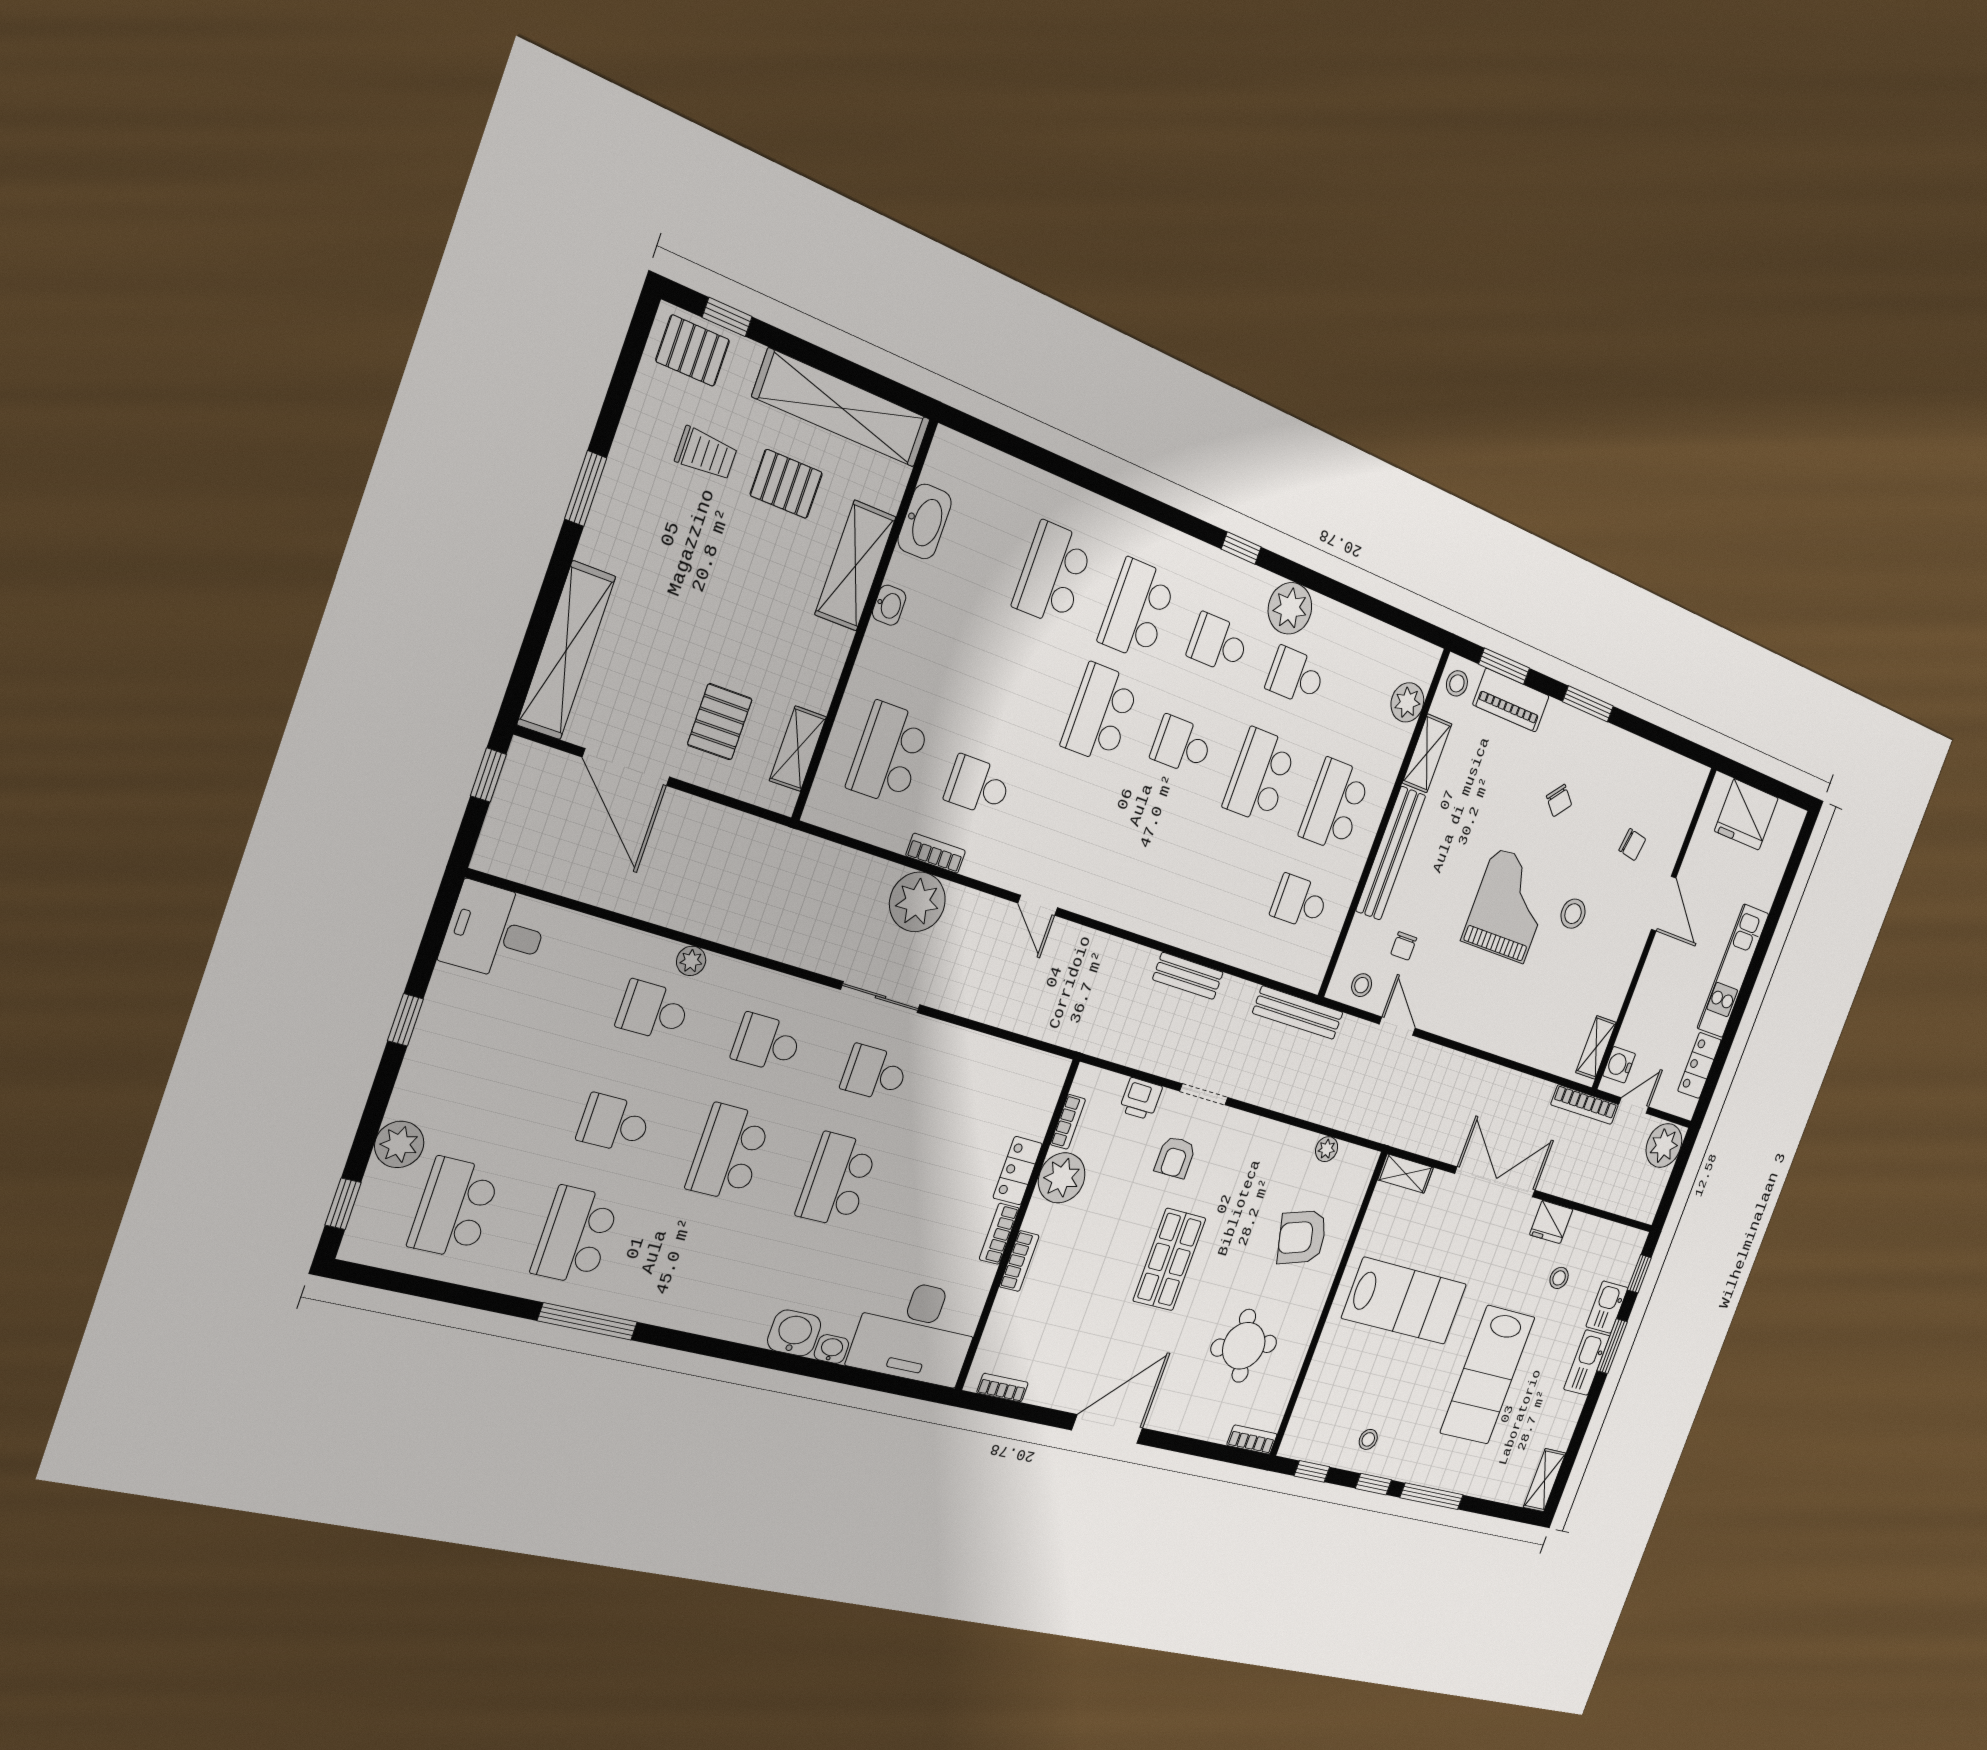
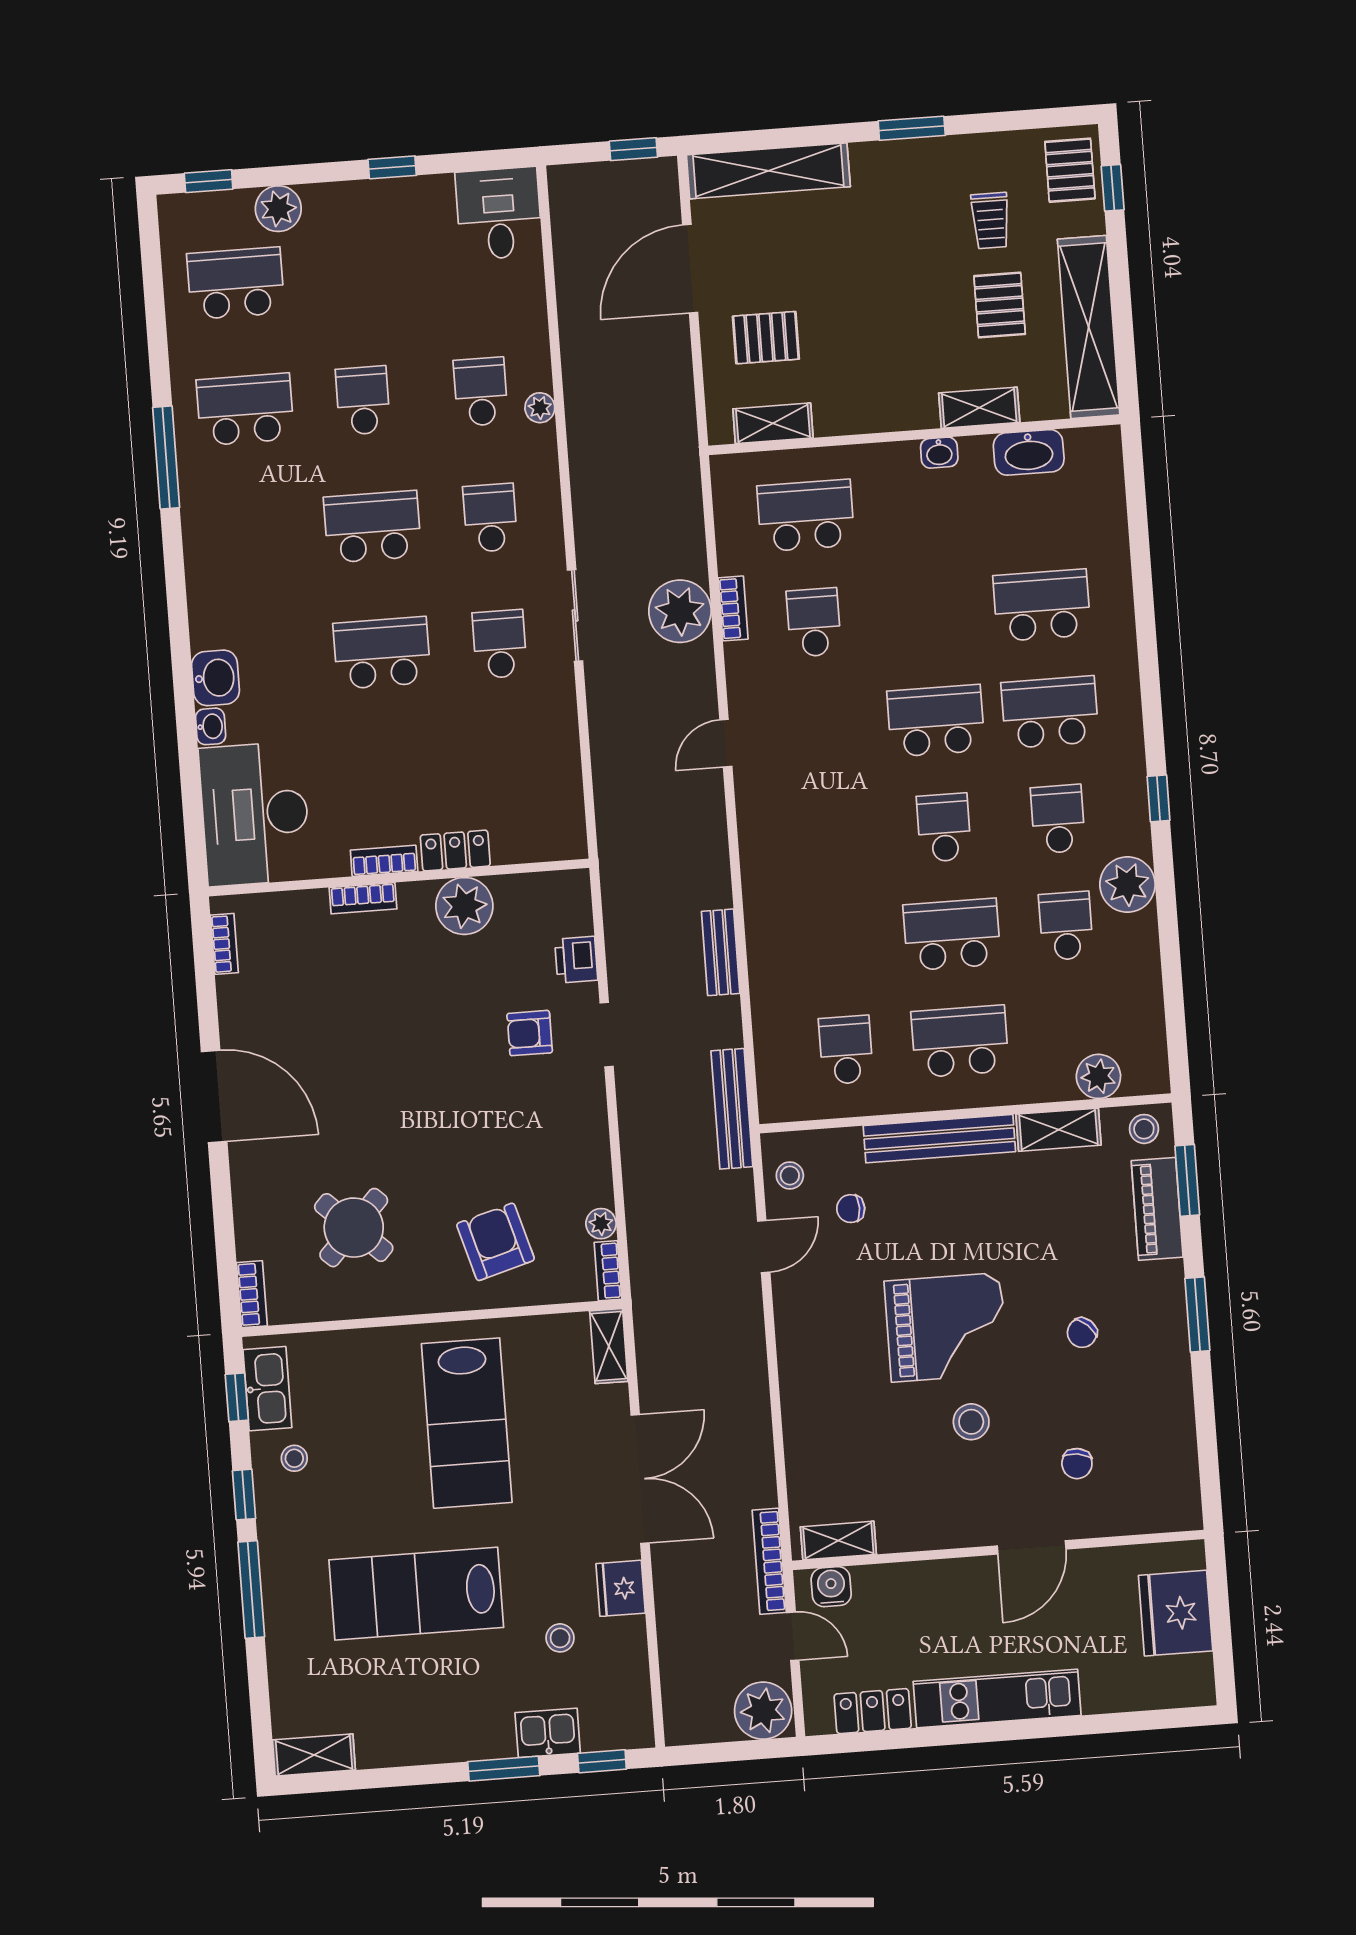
shelving: (855, 566) -> (979, 408), width x0.67, depth x0.75
bookcase: (1068, 1122) -> (608, 1271), moved, turned 90
shop shelf: (1169, 1260) -> (419, 1082), removed
round table: (1244, 1346) -> (354, 1228), turned -32
kitchen sink: (1587, 1363) -> (267, 1389), moved, turned 90

